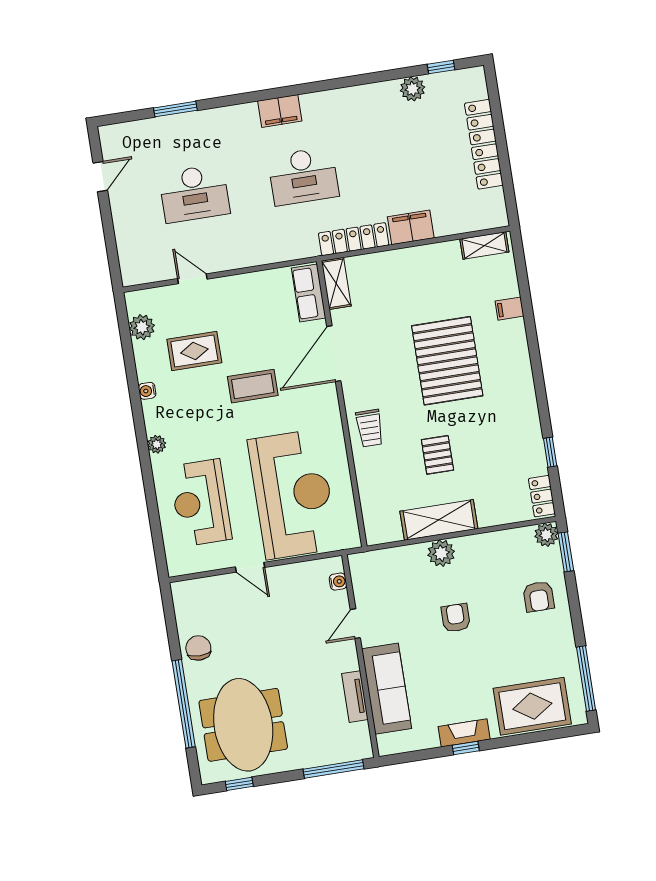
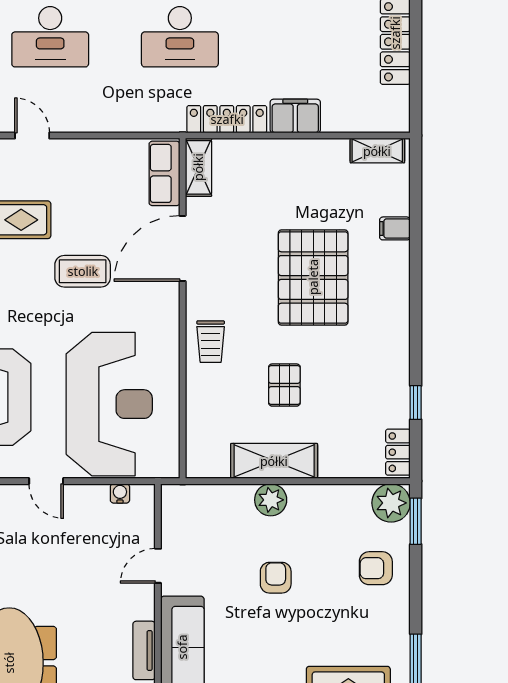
plant: (546, 535) -> (391, 503), width x1.36, depth x1.36
water cooler: (338, 582) -> (120, 493), moved, turned -90
armchair: (539, 597) -> (376, 568), turned 90

